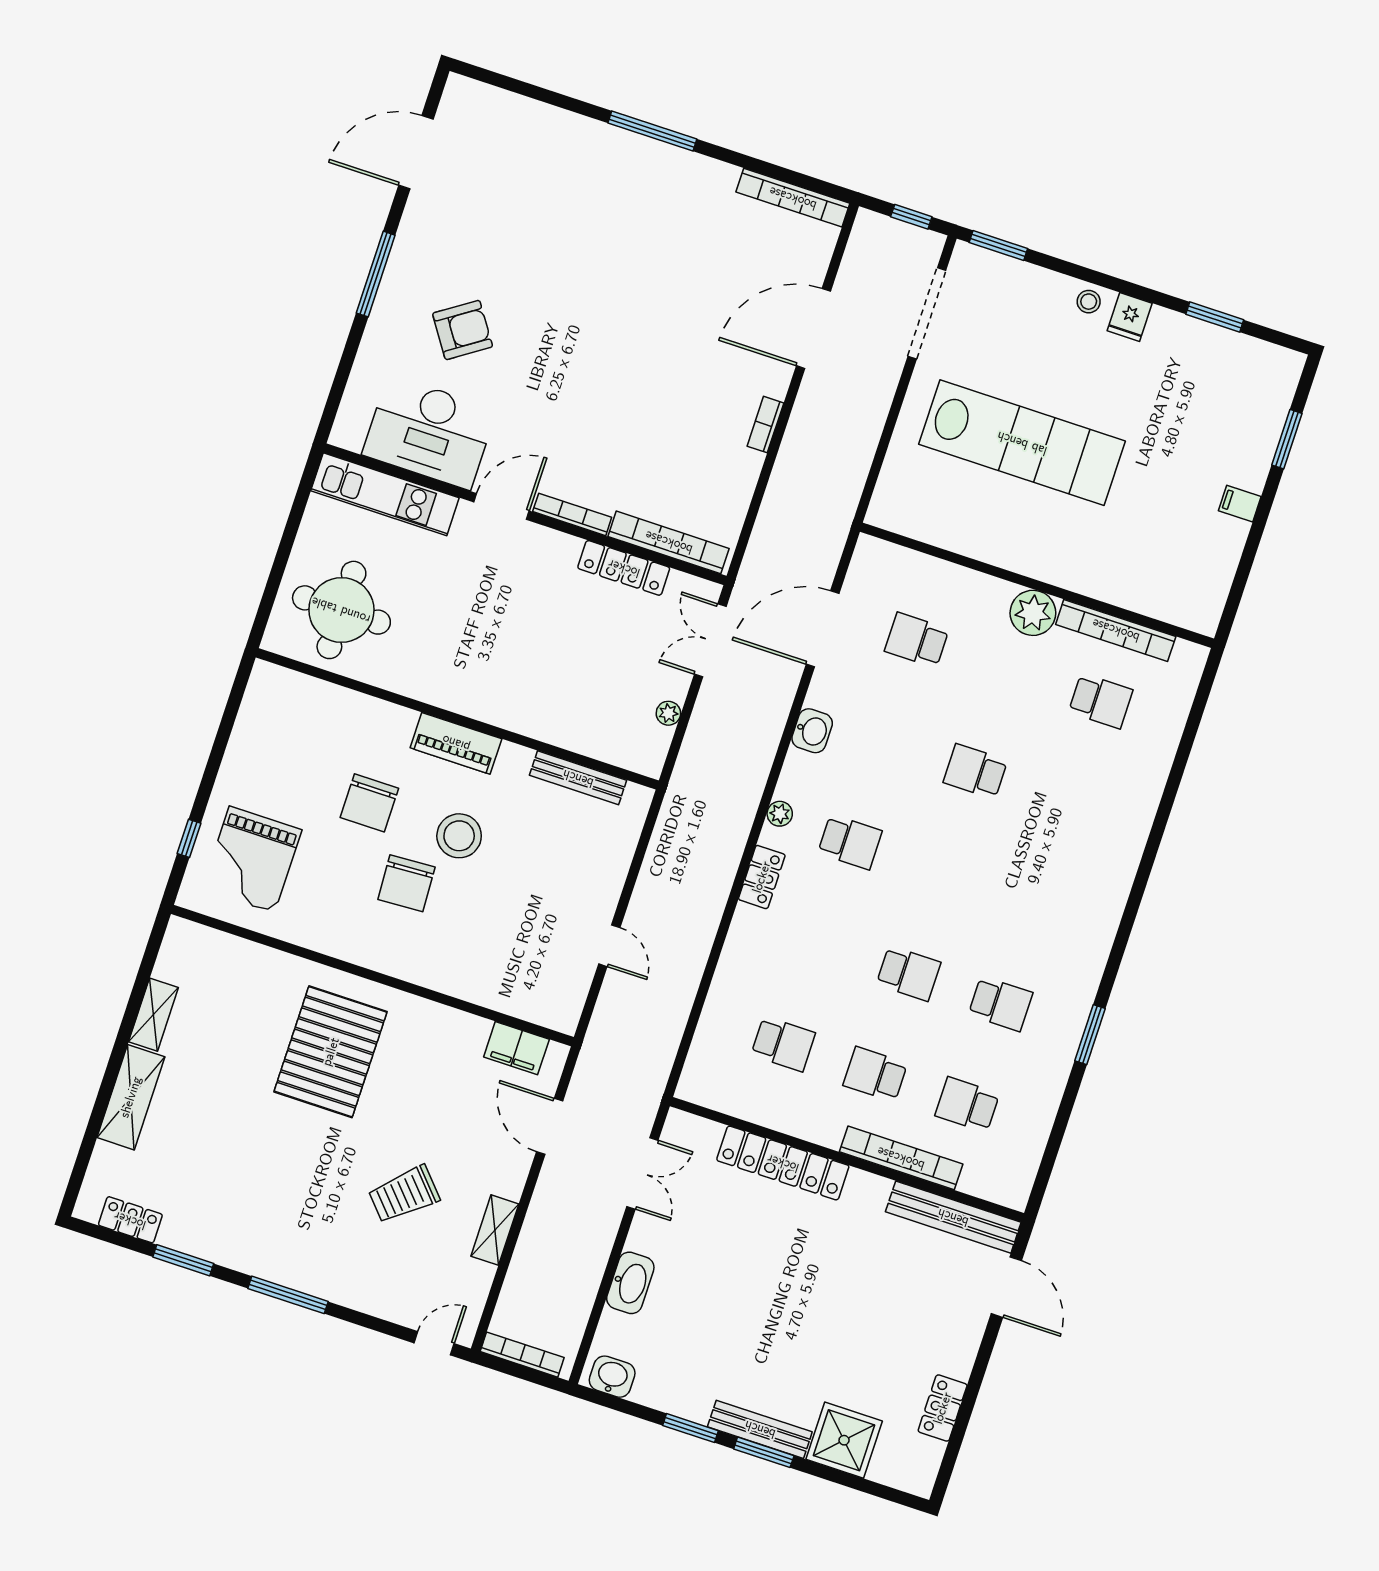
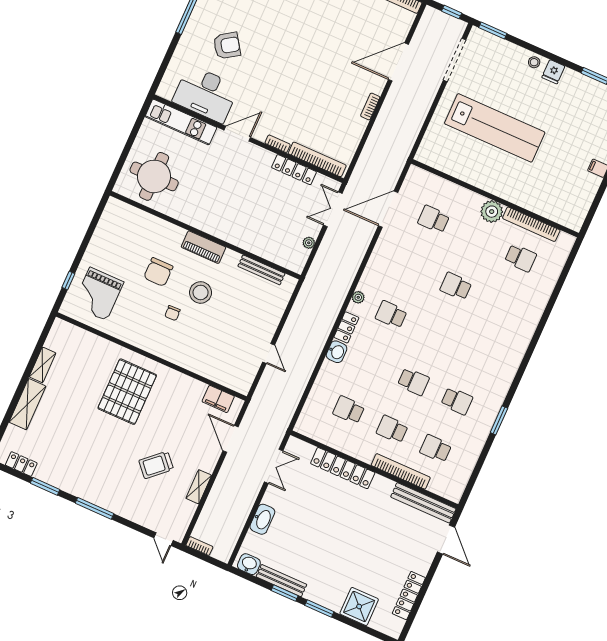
bookcase: (572, 514) -> (278, 144), width x0.64
washbasin: (812, 731) -> (337, 352), moved
school desk: (850, 842) -> (391, 315), turned 180
chair: (406, 883) -> (172, 313), width x0.54, depth x0.54
school desk: (783, 1044) -> (349, 410), turned 180
door: (434, 1343) -> (164, 539), swing flipped
bookcase: (522, 1355) -> (199, 546), width x0.64
locker: (943, 1408) -> (409, 596), width x1.53
bench: (760, 1429) -> (281, 581), moved

